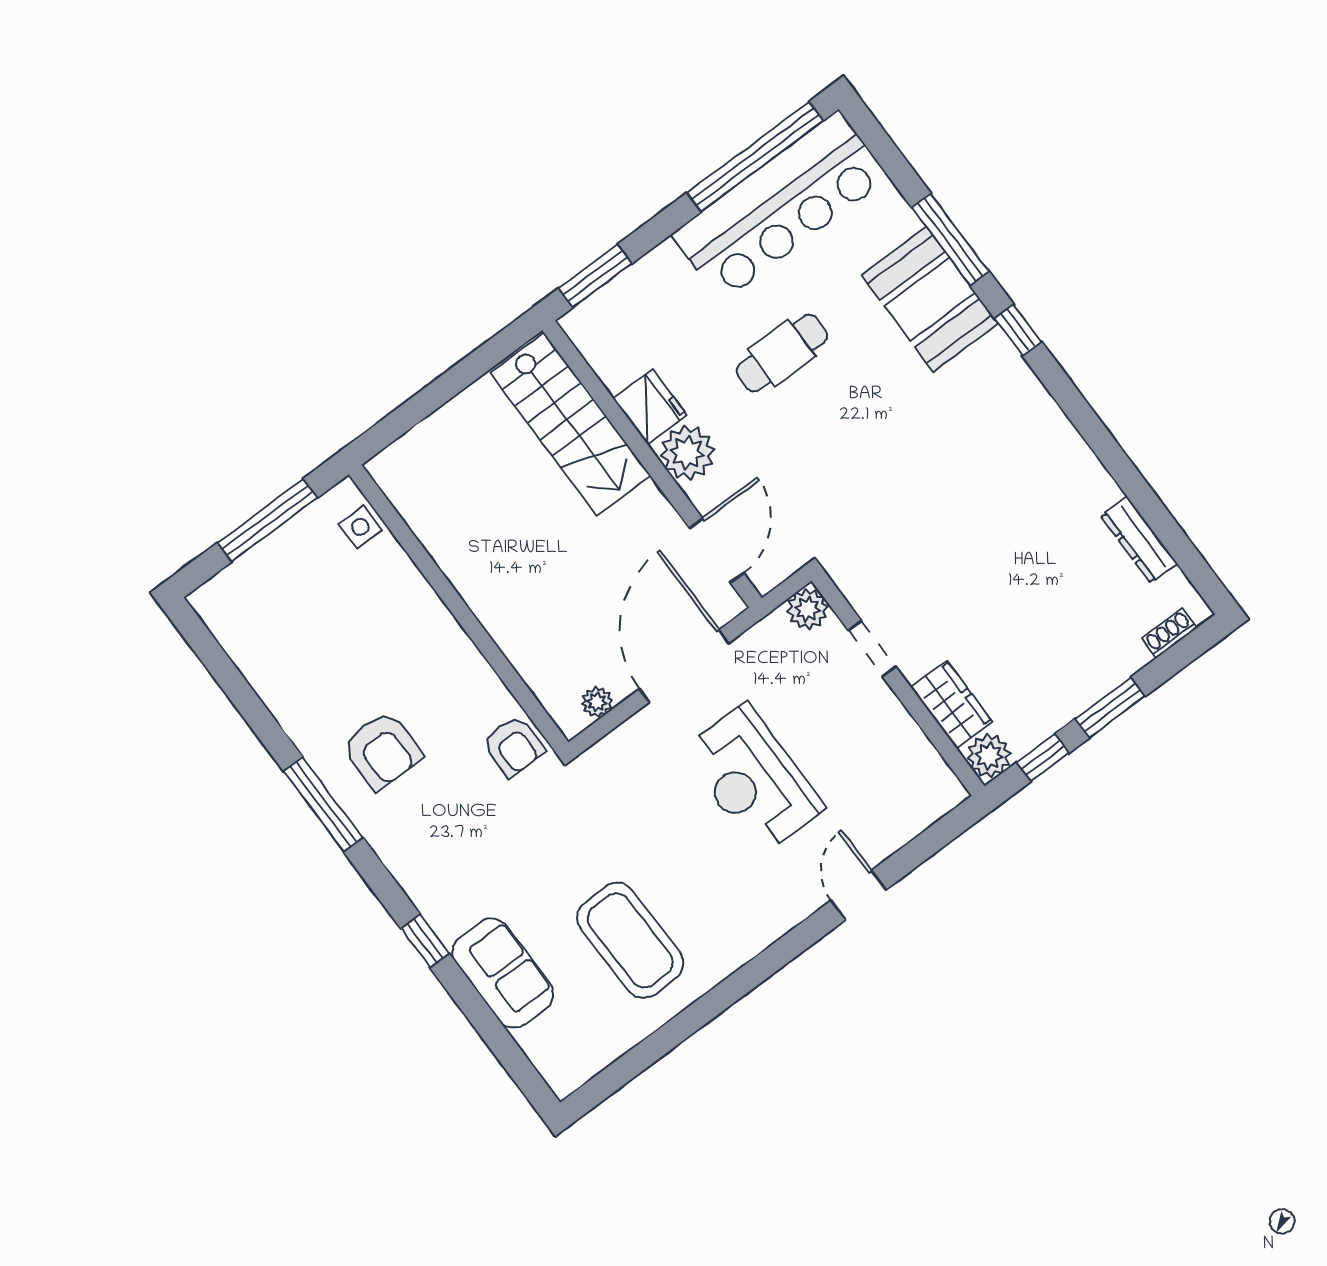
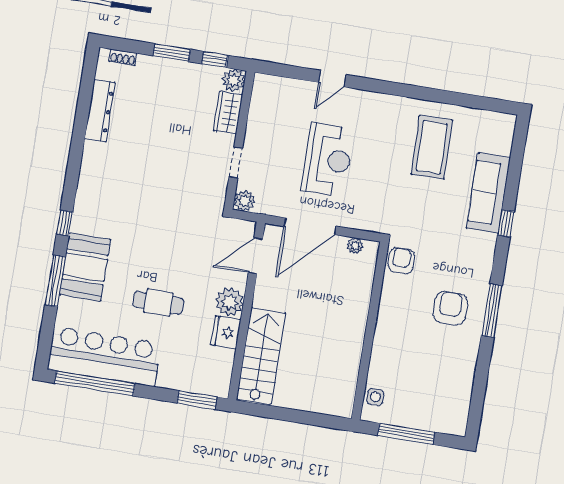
dresser: (1139, 540) -> (100, 111), width x1.37, depth x1.24
sofa: (503, 973) -> (488, 193), width x1.36

